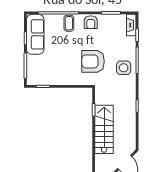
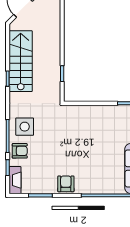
coffee table: (69, 23) -> (93, 182), removed
armchair: (93, 61) -> (20, 151), moved, width x0.53, depth x0.53
stairs: (104, 129) -> (21, 61), moved, turned 180

